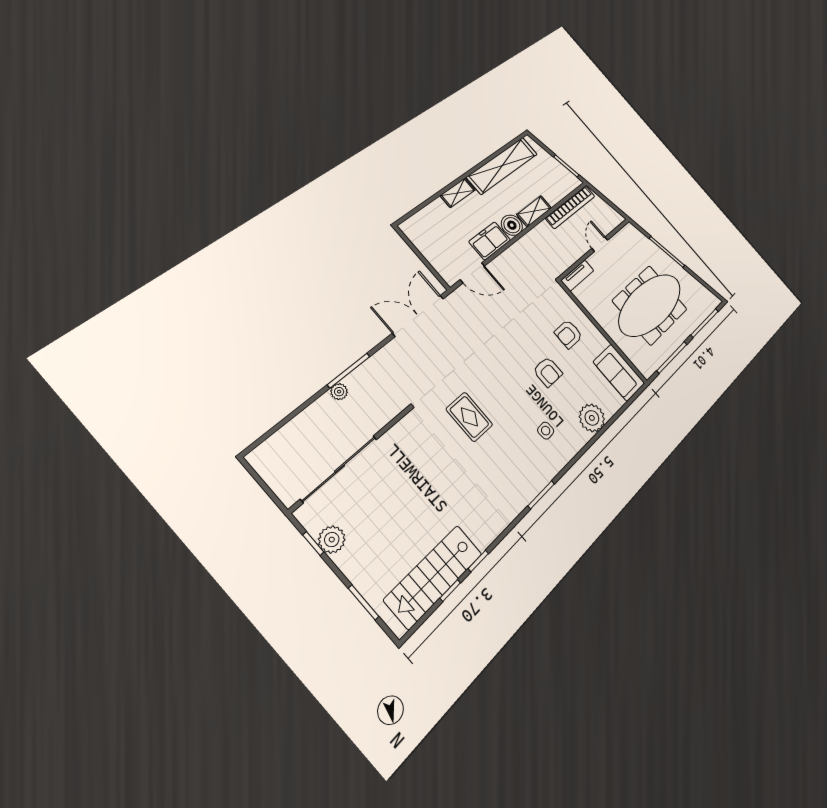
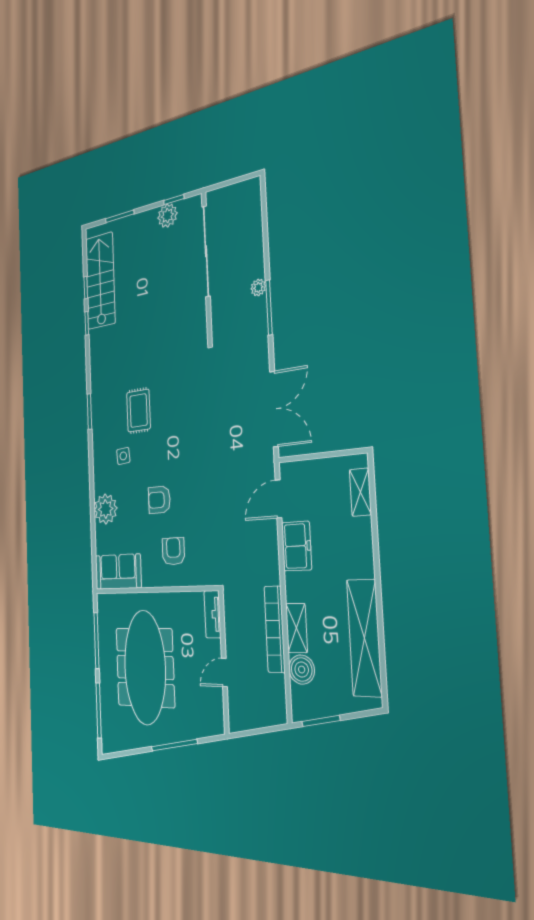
shelving: (458, 193) -> (360, 492), moved
bookcase: (570, 207) -> (275, 629), moved
boiler: (512, 225) -> (302, 670), moved
door: (600, 244) -> (224, 672), swing flipped
rug: (469, 417) -> (139, 411), moved, turned 90

